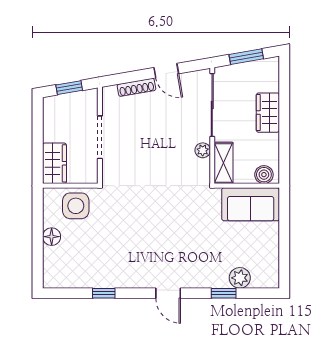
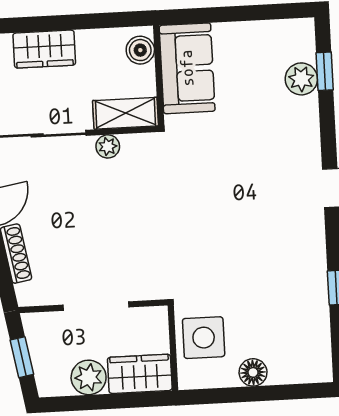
plant: (54, 130) -> (89, 377), added
window: (224, 293) -> (325, 71), moved

